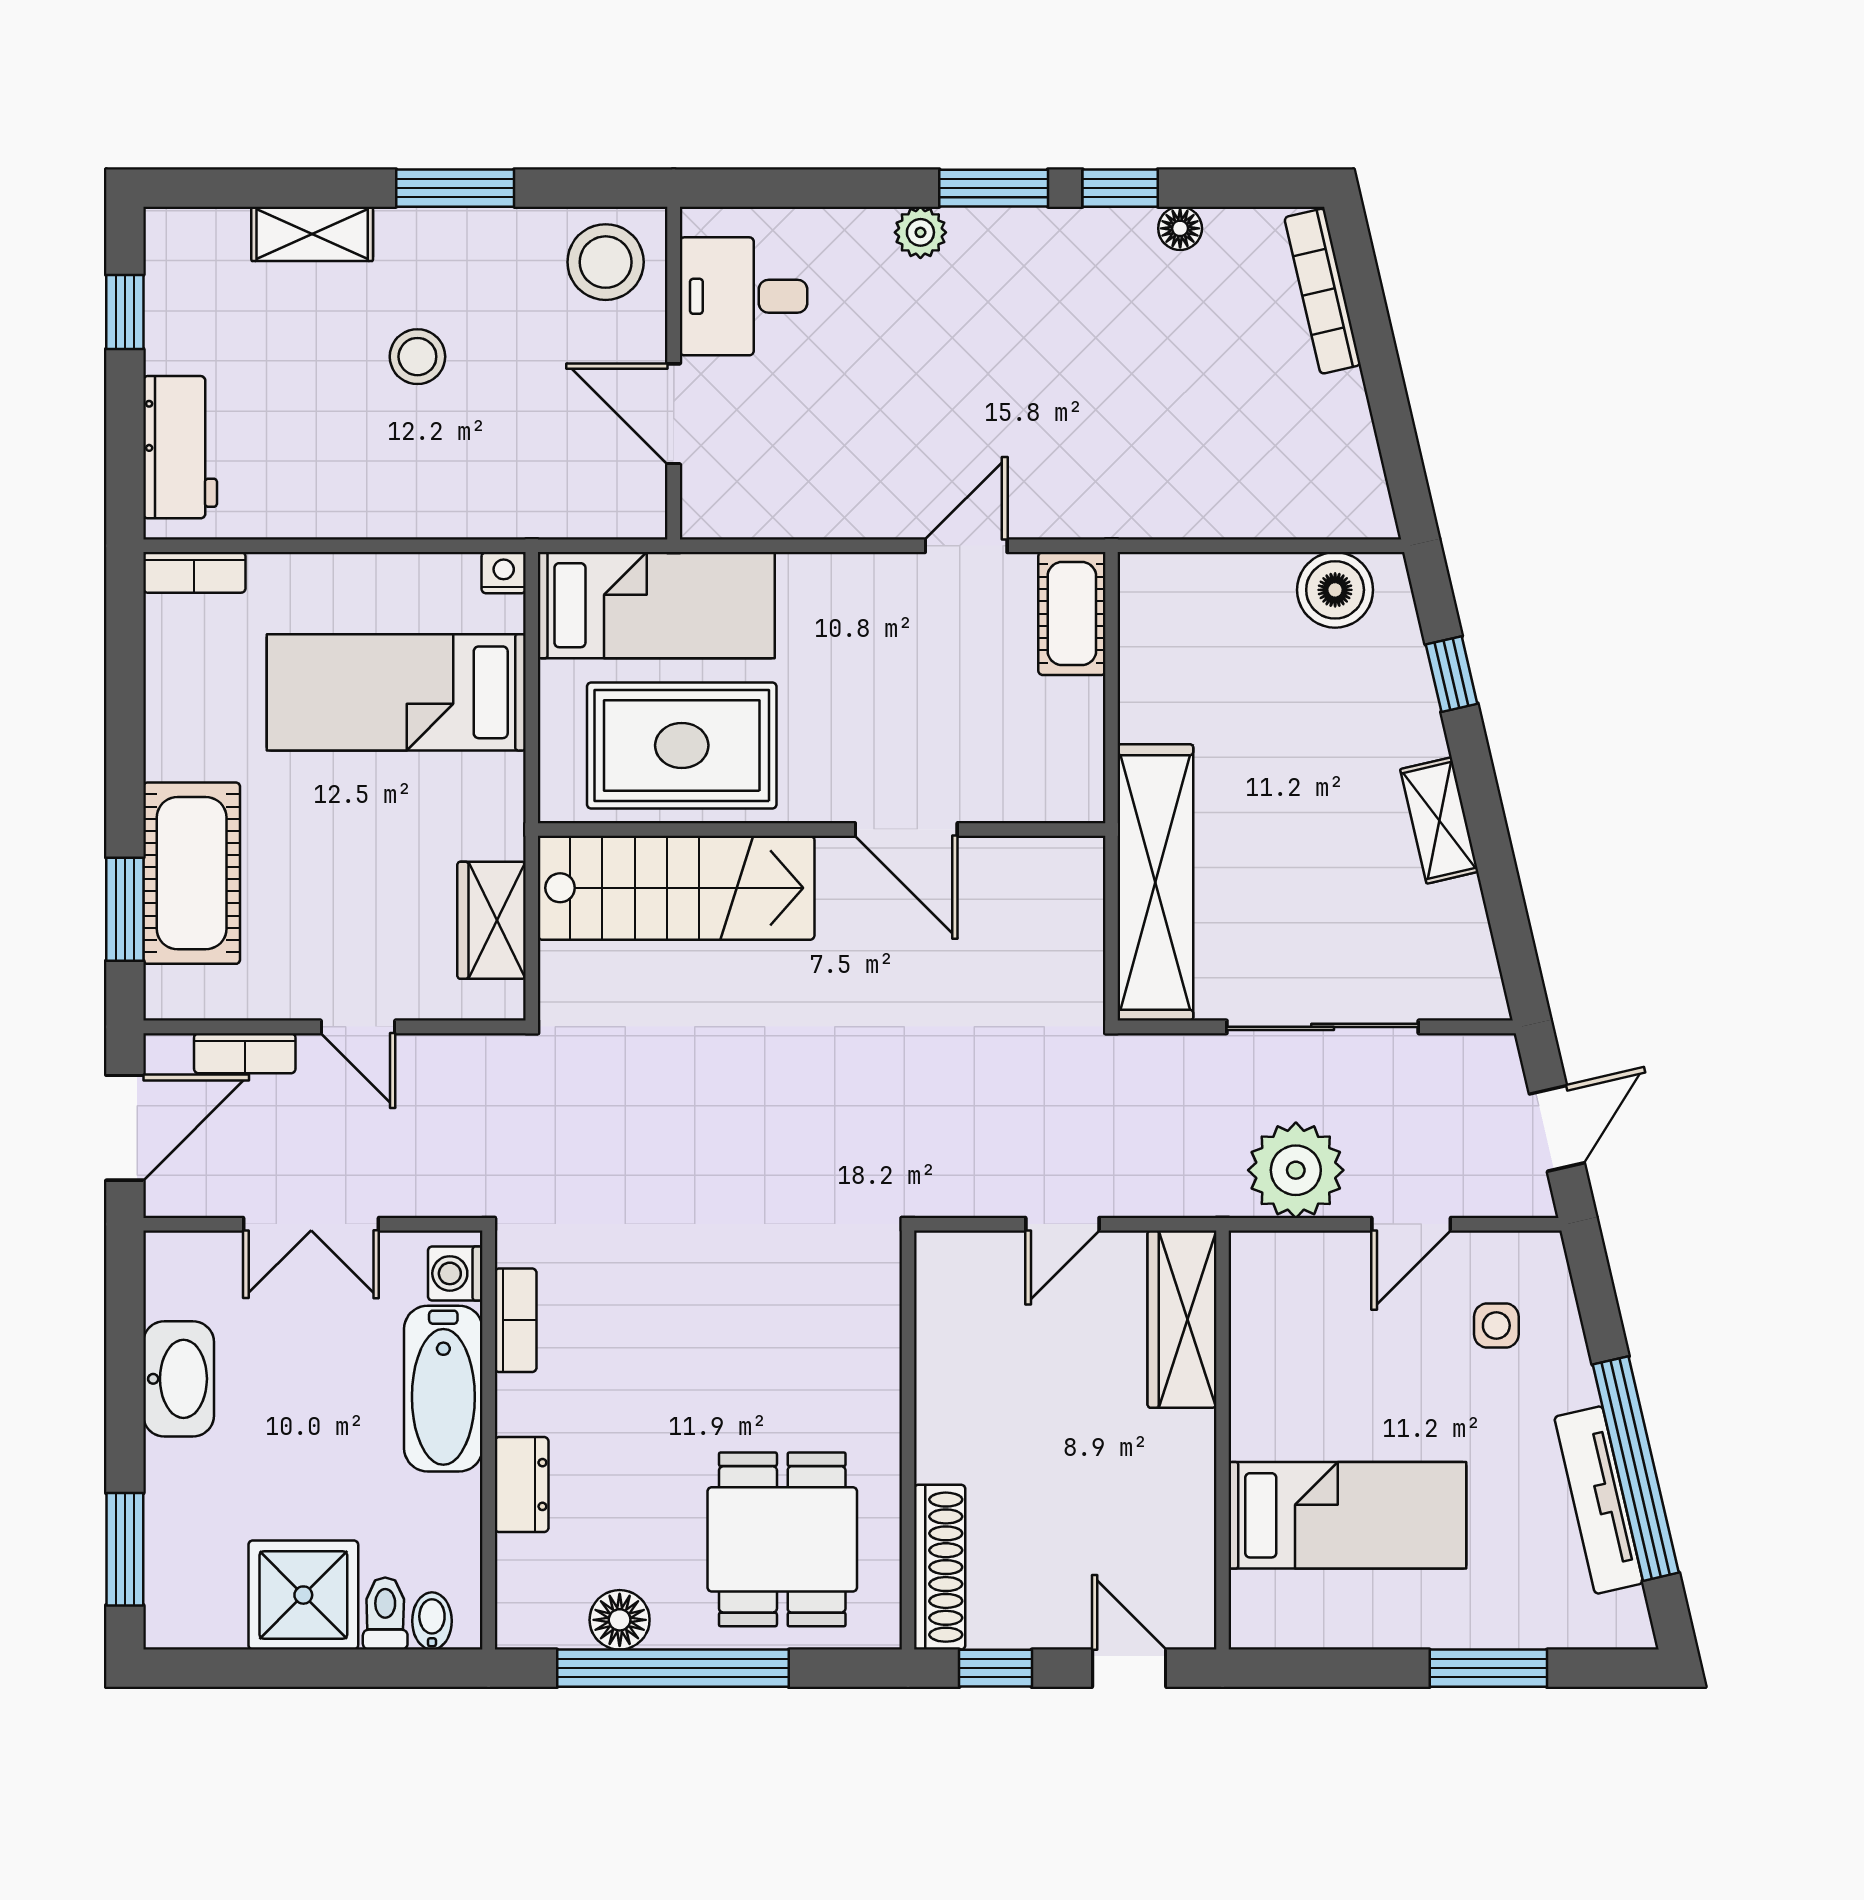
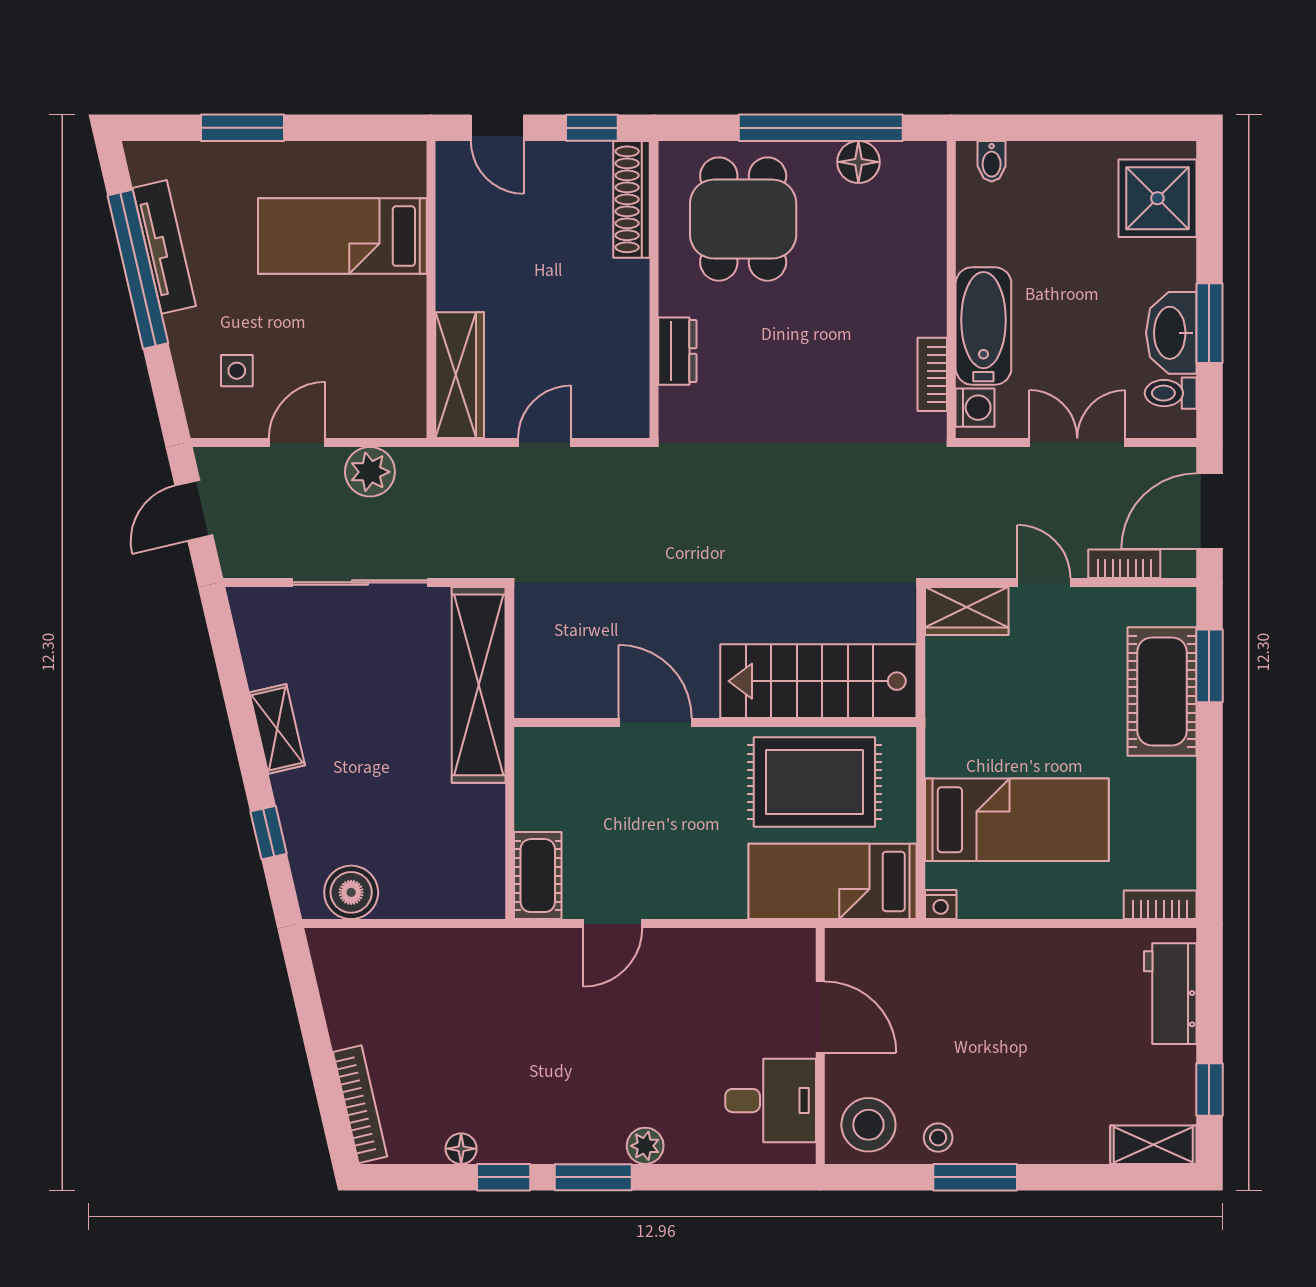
shelving: (312, 234) -> (1153, 1145), moved
stool: (417, 357) -> (938, 1138), moved, width x0.73, depth x0.73
wardrobe: (492, 920) -> (967, 611), moved, turned 90
plant: (1296, 1170) -> (370, 472), width x0.73, depth x0.73
dresser: (522, 1485) -> (677, 351), moved, turned 180
window: (125, 1549) -> (1209, 323), moved
shower: (303, 1595) -> (1157, 198), moved
toilet: (385, 1614) -> (1171, 393), moved, turned 90

